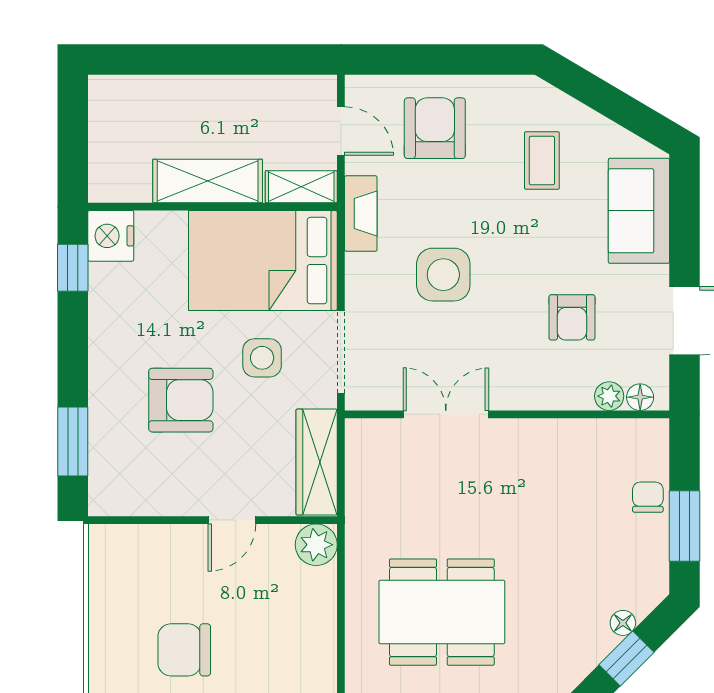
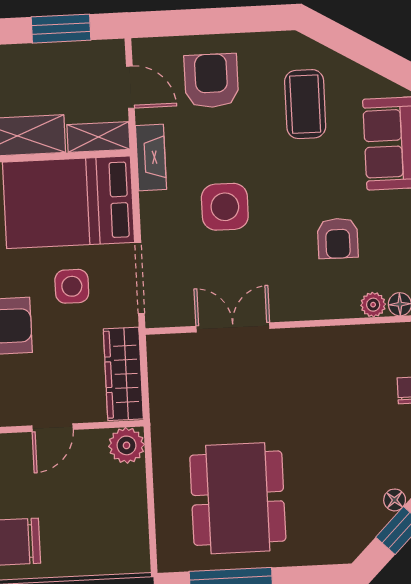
window: (264, 59) -> (61, 29), added
coffee table: (542, 160) -> (305, 104), width x1.36, depth x1.30
dining table: (442, 612) -> (238, 498), turned 90

